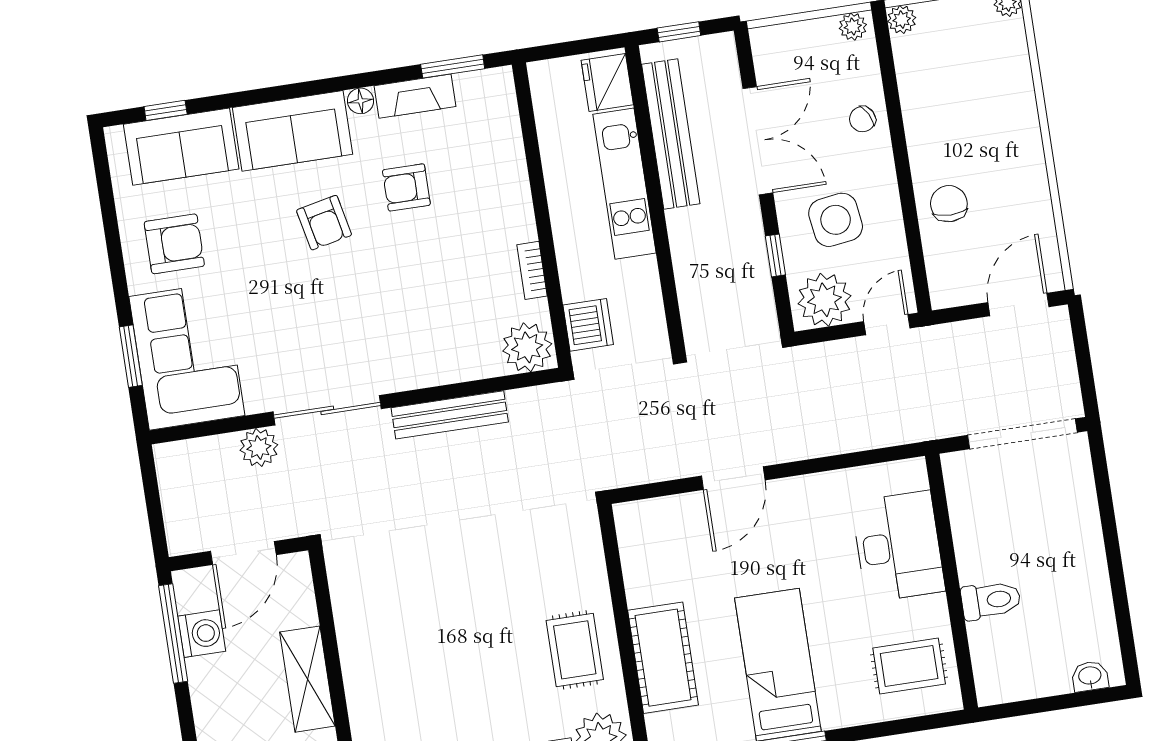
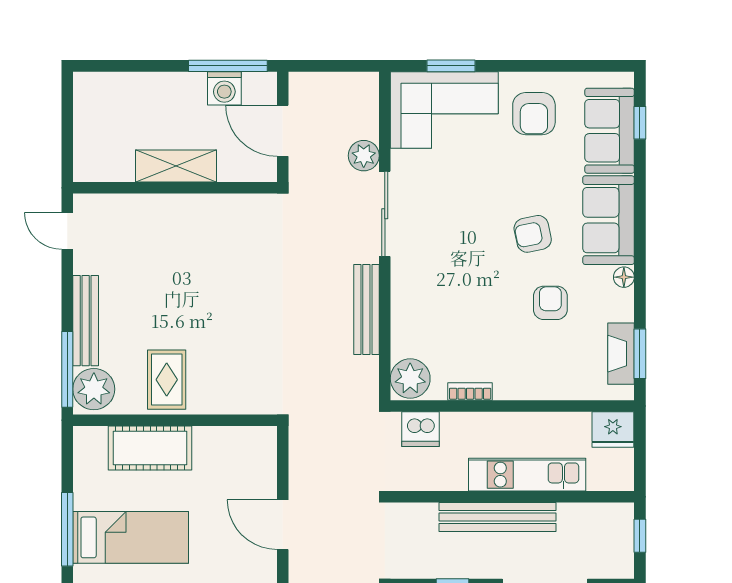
fridge: (607, 83) -> (613, 430), moved, turned 180
fireplace: (415, 96) -> (621, 354), moved
bench: (671, 134) -> (498, 517), moved
rug: (575, 650) -> (167, 380), turned 90

